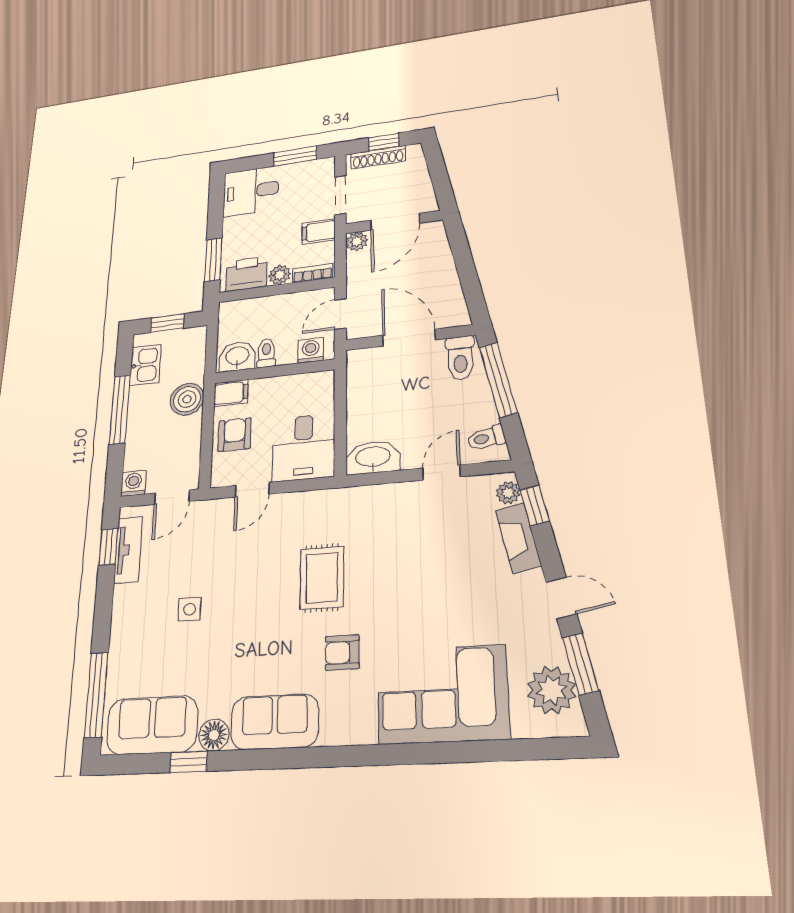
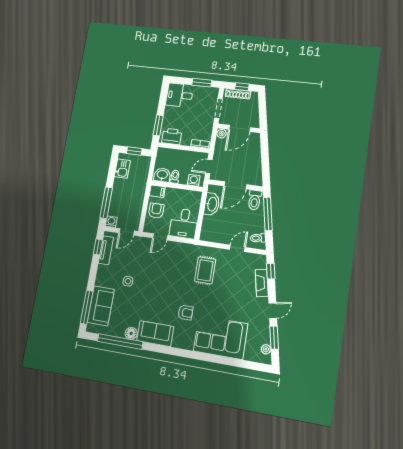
filing cabinet: (319, 232) -> (206, 124), removed
plant: (280, 275) -> (186, 141), removed
door: (409, 338) -> (235, 185), swing flipped
boiler: (187, 399) -> (138, 189), removed
window: (120, 409) -> (106, 203), moved
washbasin: (373, 457) -> (212, 204), moved, turned 90
plant: (508, 493) -> (262, 263), removed
rug: (322, 578) -> (205, 270), moved
door: (561, 598) -> (273, 311), hinge flipped
armchair: (342, 652) -> (185, 313), turned 180
plant: (552, 690) -> (266, 349), width x0.53, depth x0.53
sofa: (152, 725) -> (101, 306), moved, turned 90
window: (189, 762) -> (120, 342), width x3.17

